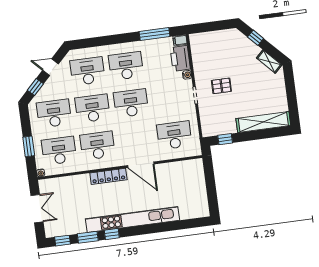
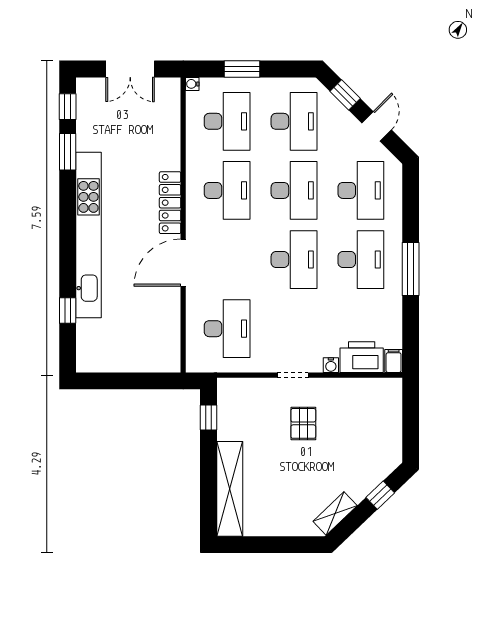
window: (155, 34) -> (411, 269), moved
window: (112, 234) -> (68, 311), moved

